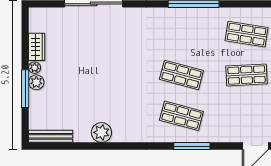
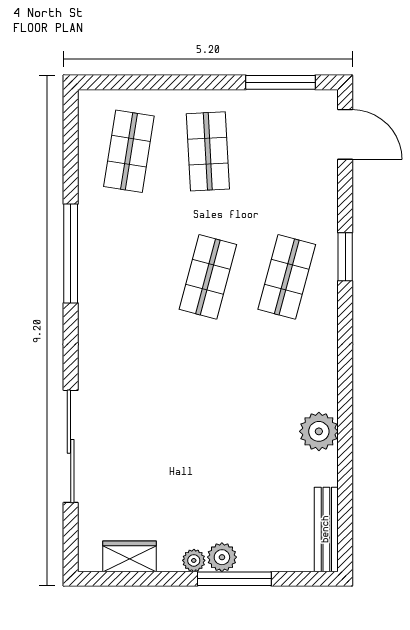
wardrobe: (37, 47) -> (130, 556), moved
window: (192, 146) -> (345, 257), width x0.69

